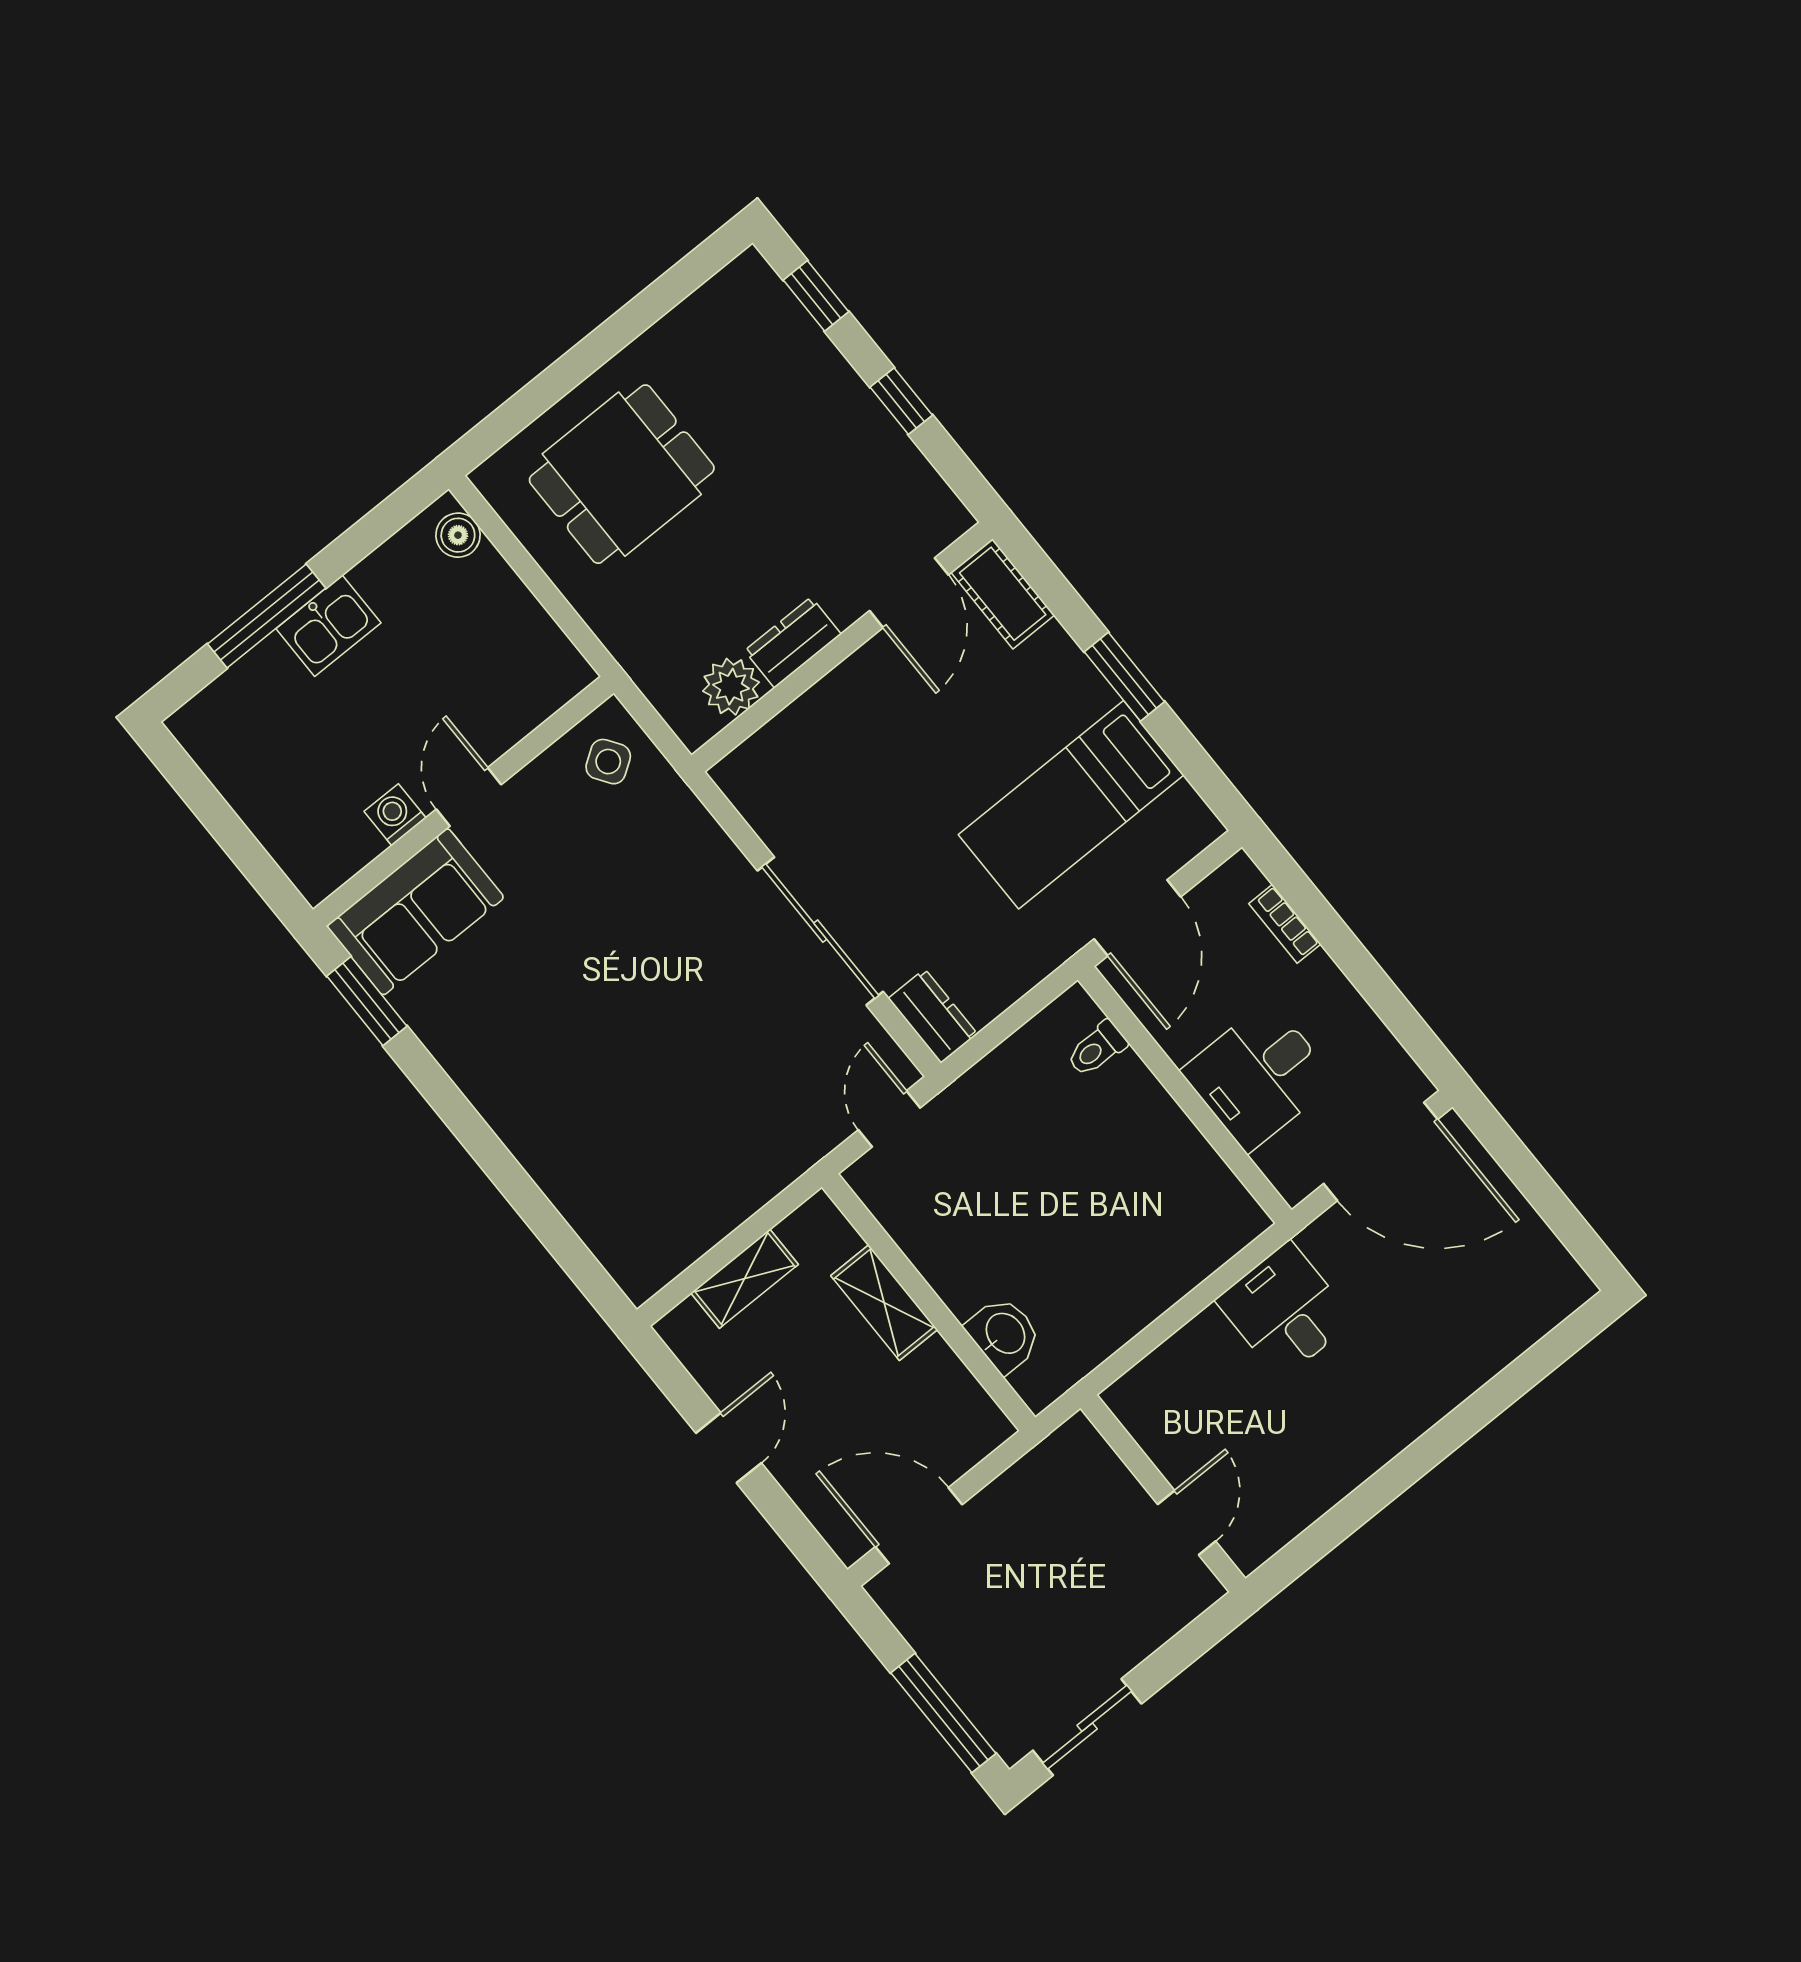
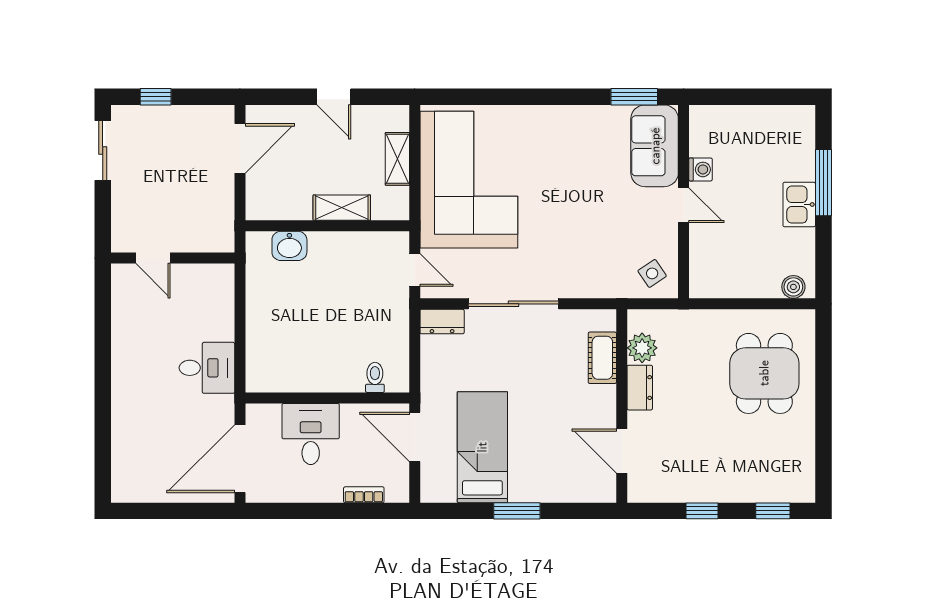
cot: (1003, 594) -> (602, 358), moved, turned 90
corner sofa: (689, 1147) -> (469, 180), added
window: (943, 1713) -> (156, 97), width x0.46

